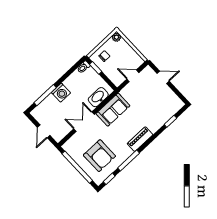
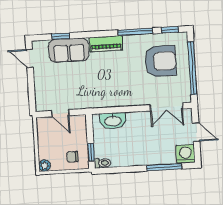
door: (163, 77) -> (30, 58), moved
washing machine: (61, 93) -> (186, 154), moved
sofa: (113, 110) -> (69, 50), moved, turned 180
double door: (84, 122) -> (166, 107), moved
door: (44, 131) -> (196, 132), hinge flipped
armchair: (99, 156) -> (160, 61), turned 90

